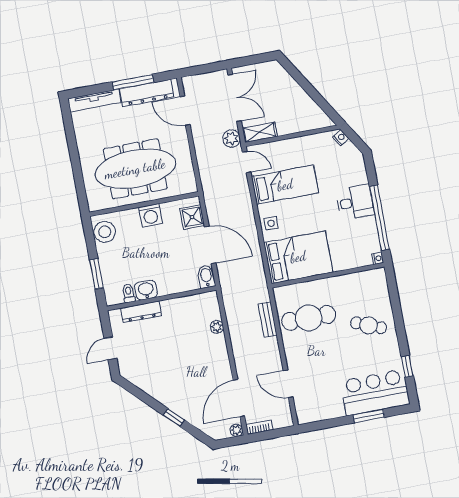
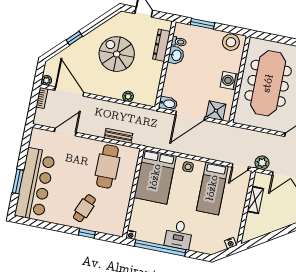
shelving: (260, 132) -> (255, 200), moved
spiral stairs: (172, 360) -> (117, 54), added
window: (407, 366) -> (87, 233), moved
bar counter: (375, 392) -> (35, 184), width x1.36

